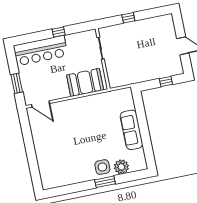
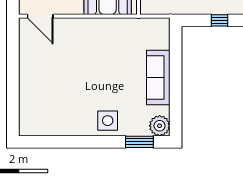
plant: (121, 167) -> (160, 126), moved
window: (105, 182) -> (139, 142), moved

